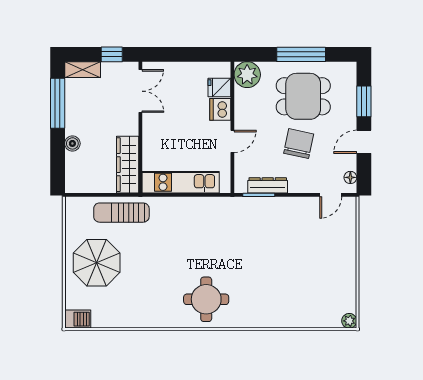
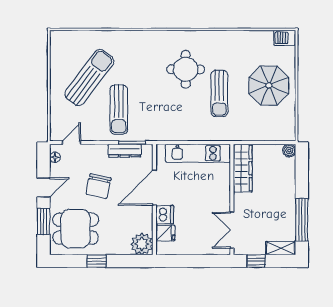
window: (301, 54) -> (96, 261), width x0.46
dining table: (303, 96) -> (76, 229), moved
door: (232, 141) -> (154, 188), width x1.87
boiler: (72, 143) -> (289, 151), moved
sun lounger: (121, 213) -> (219, 93), moved, turned 90
sun lounger: (275, 234) -> (119, 110), added
sun lounger: (310, 272) -> (89, 77), added
round table: (206, 299) -> (186, 69), moved
plant: (349, 321) -> (56, 36), removed

